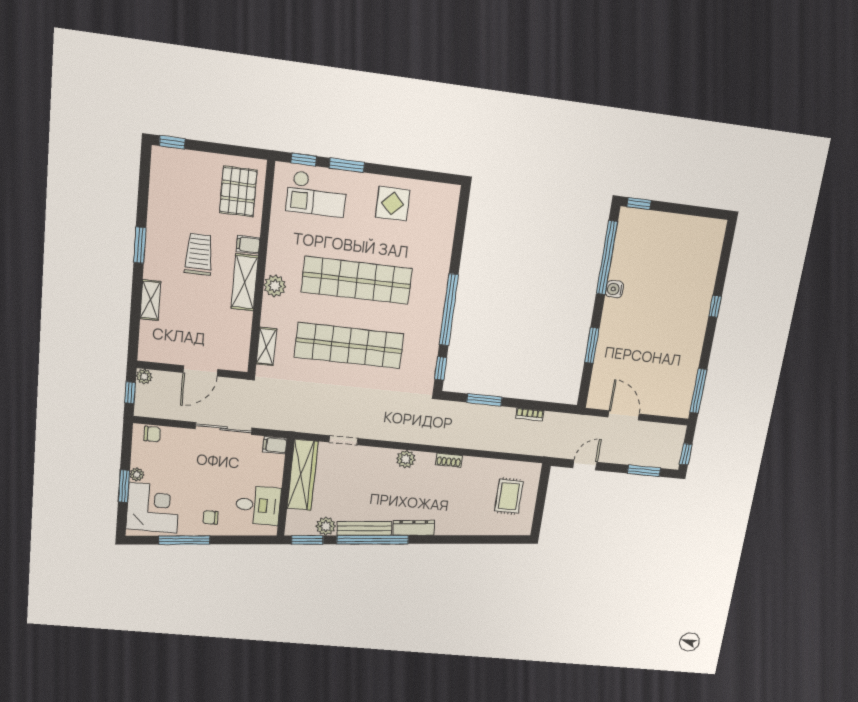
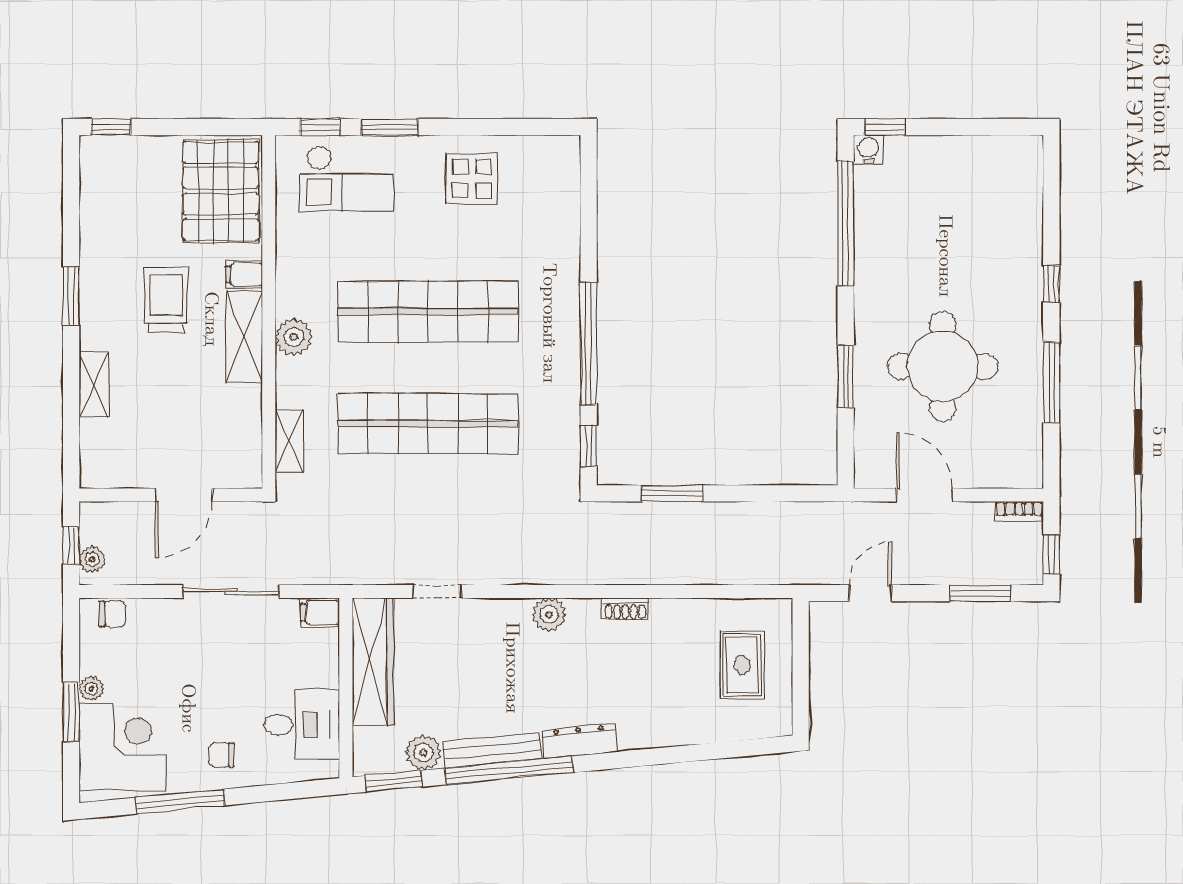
pallet: (238, 192) -> (221, 191), width x1.37, depth x1.41
water cooler: (614, 289) -> (868, 150), moved, turned 90
round table: (647, 346) -> (943, 366), added
plant: (144, 376) -> (92, 559), moved
window: (698, 391) -> (1051, 383), moved
bookcase: (530, 415) -> (1019, 511), moved

